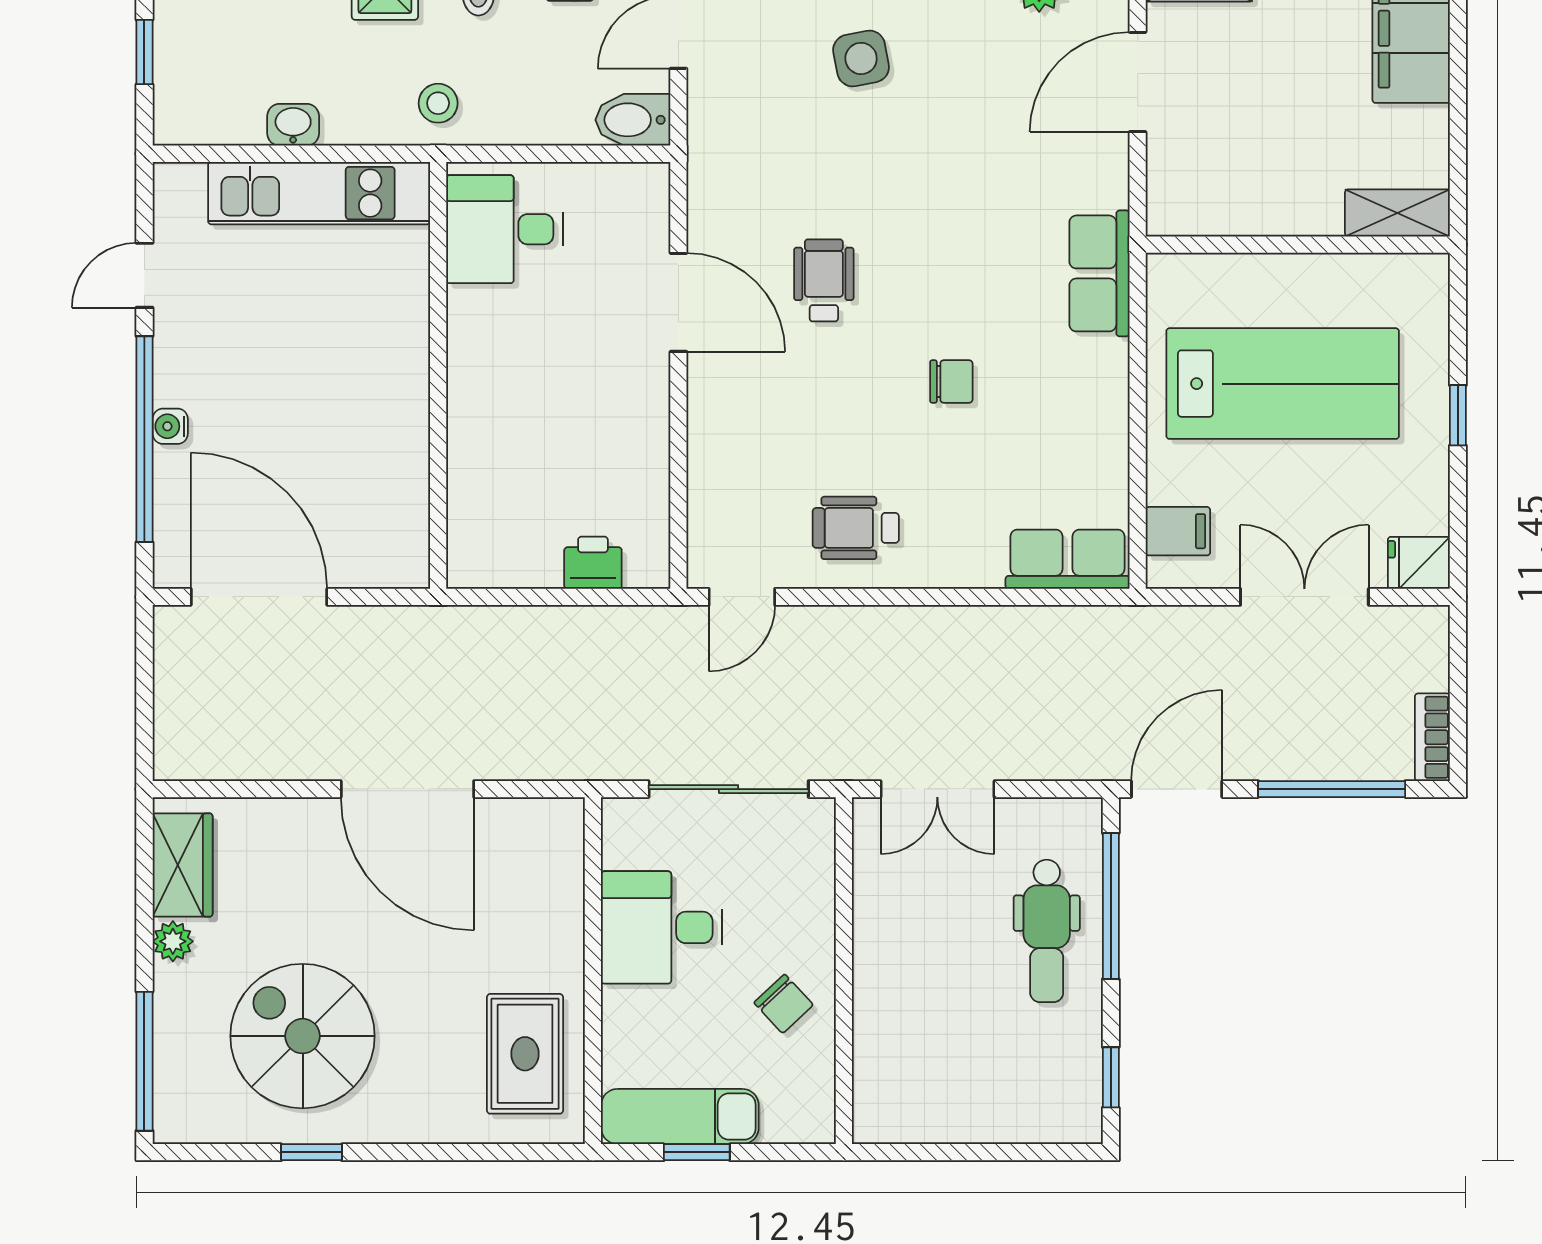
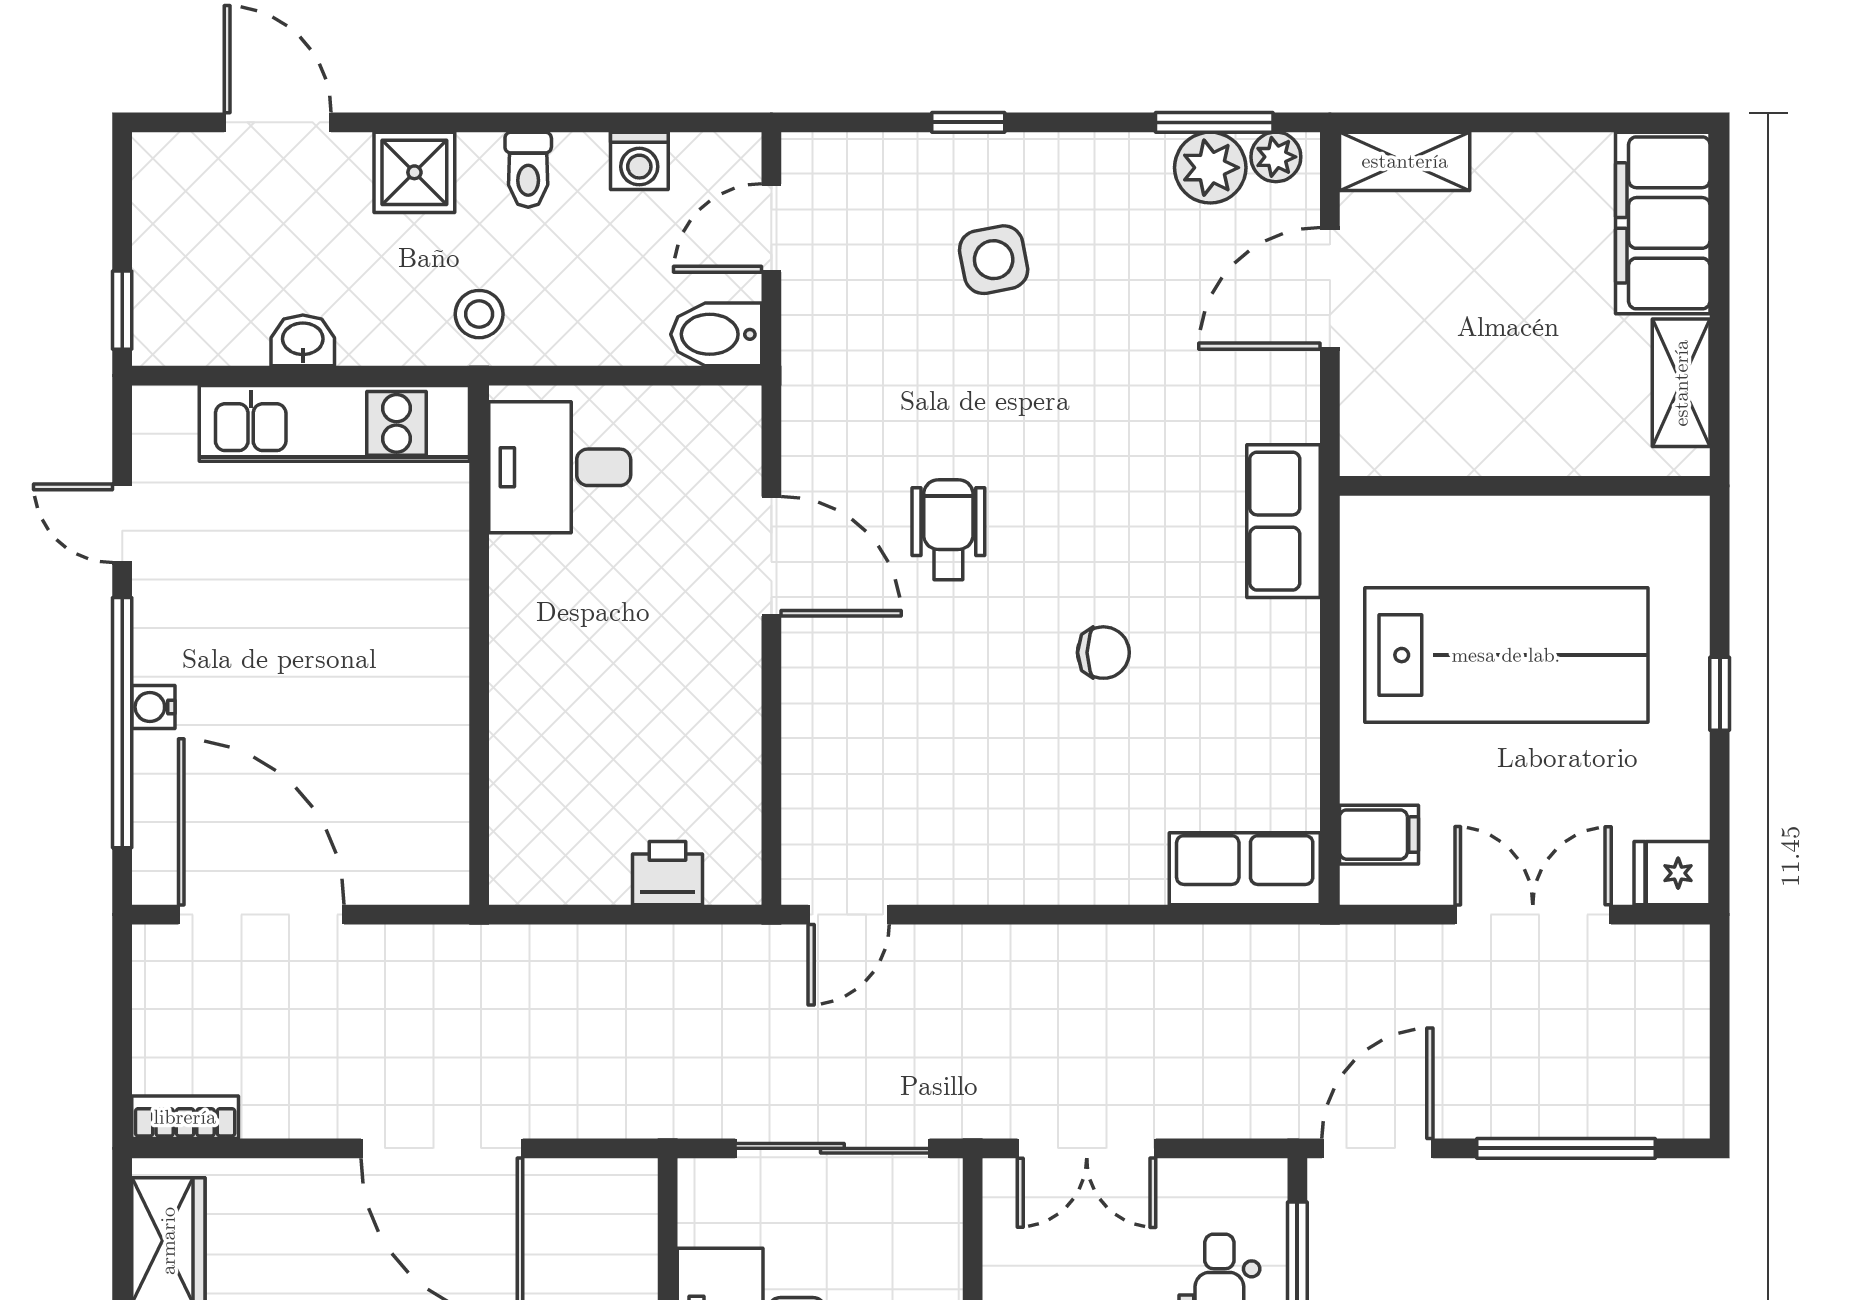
window: (144, 52) -> (122, 310), moved
shelving: (1397, 213) -> (1681, 383), moved, turned 90
door: (144, 275) -> (122, 523), hinge flipped
wheelchair: (856, 528) -> (987, 831), removed
bookcase: (1432, 737) -> (185, 1117), moved, turned 90

